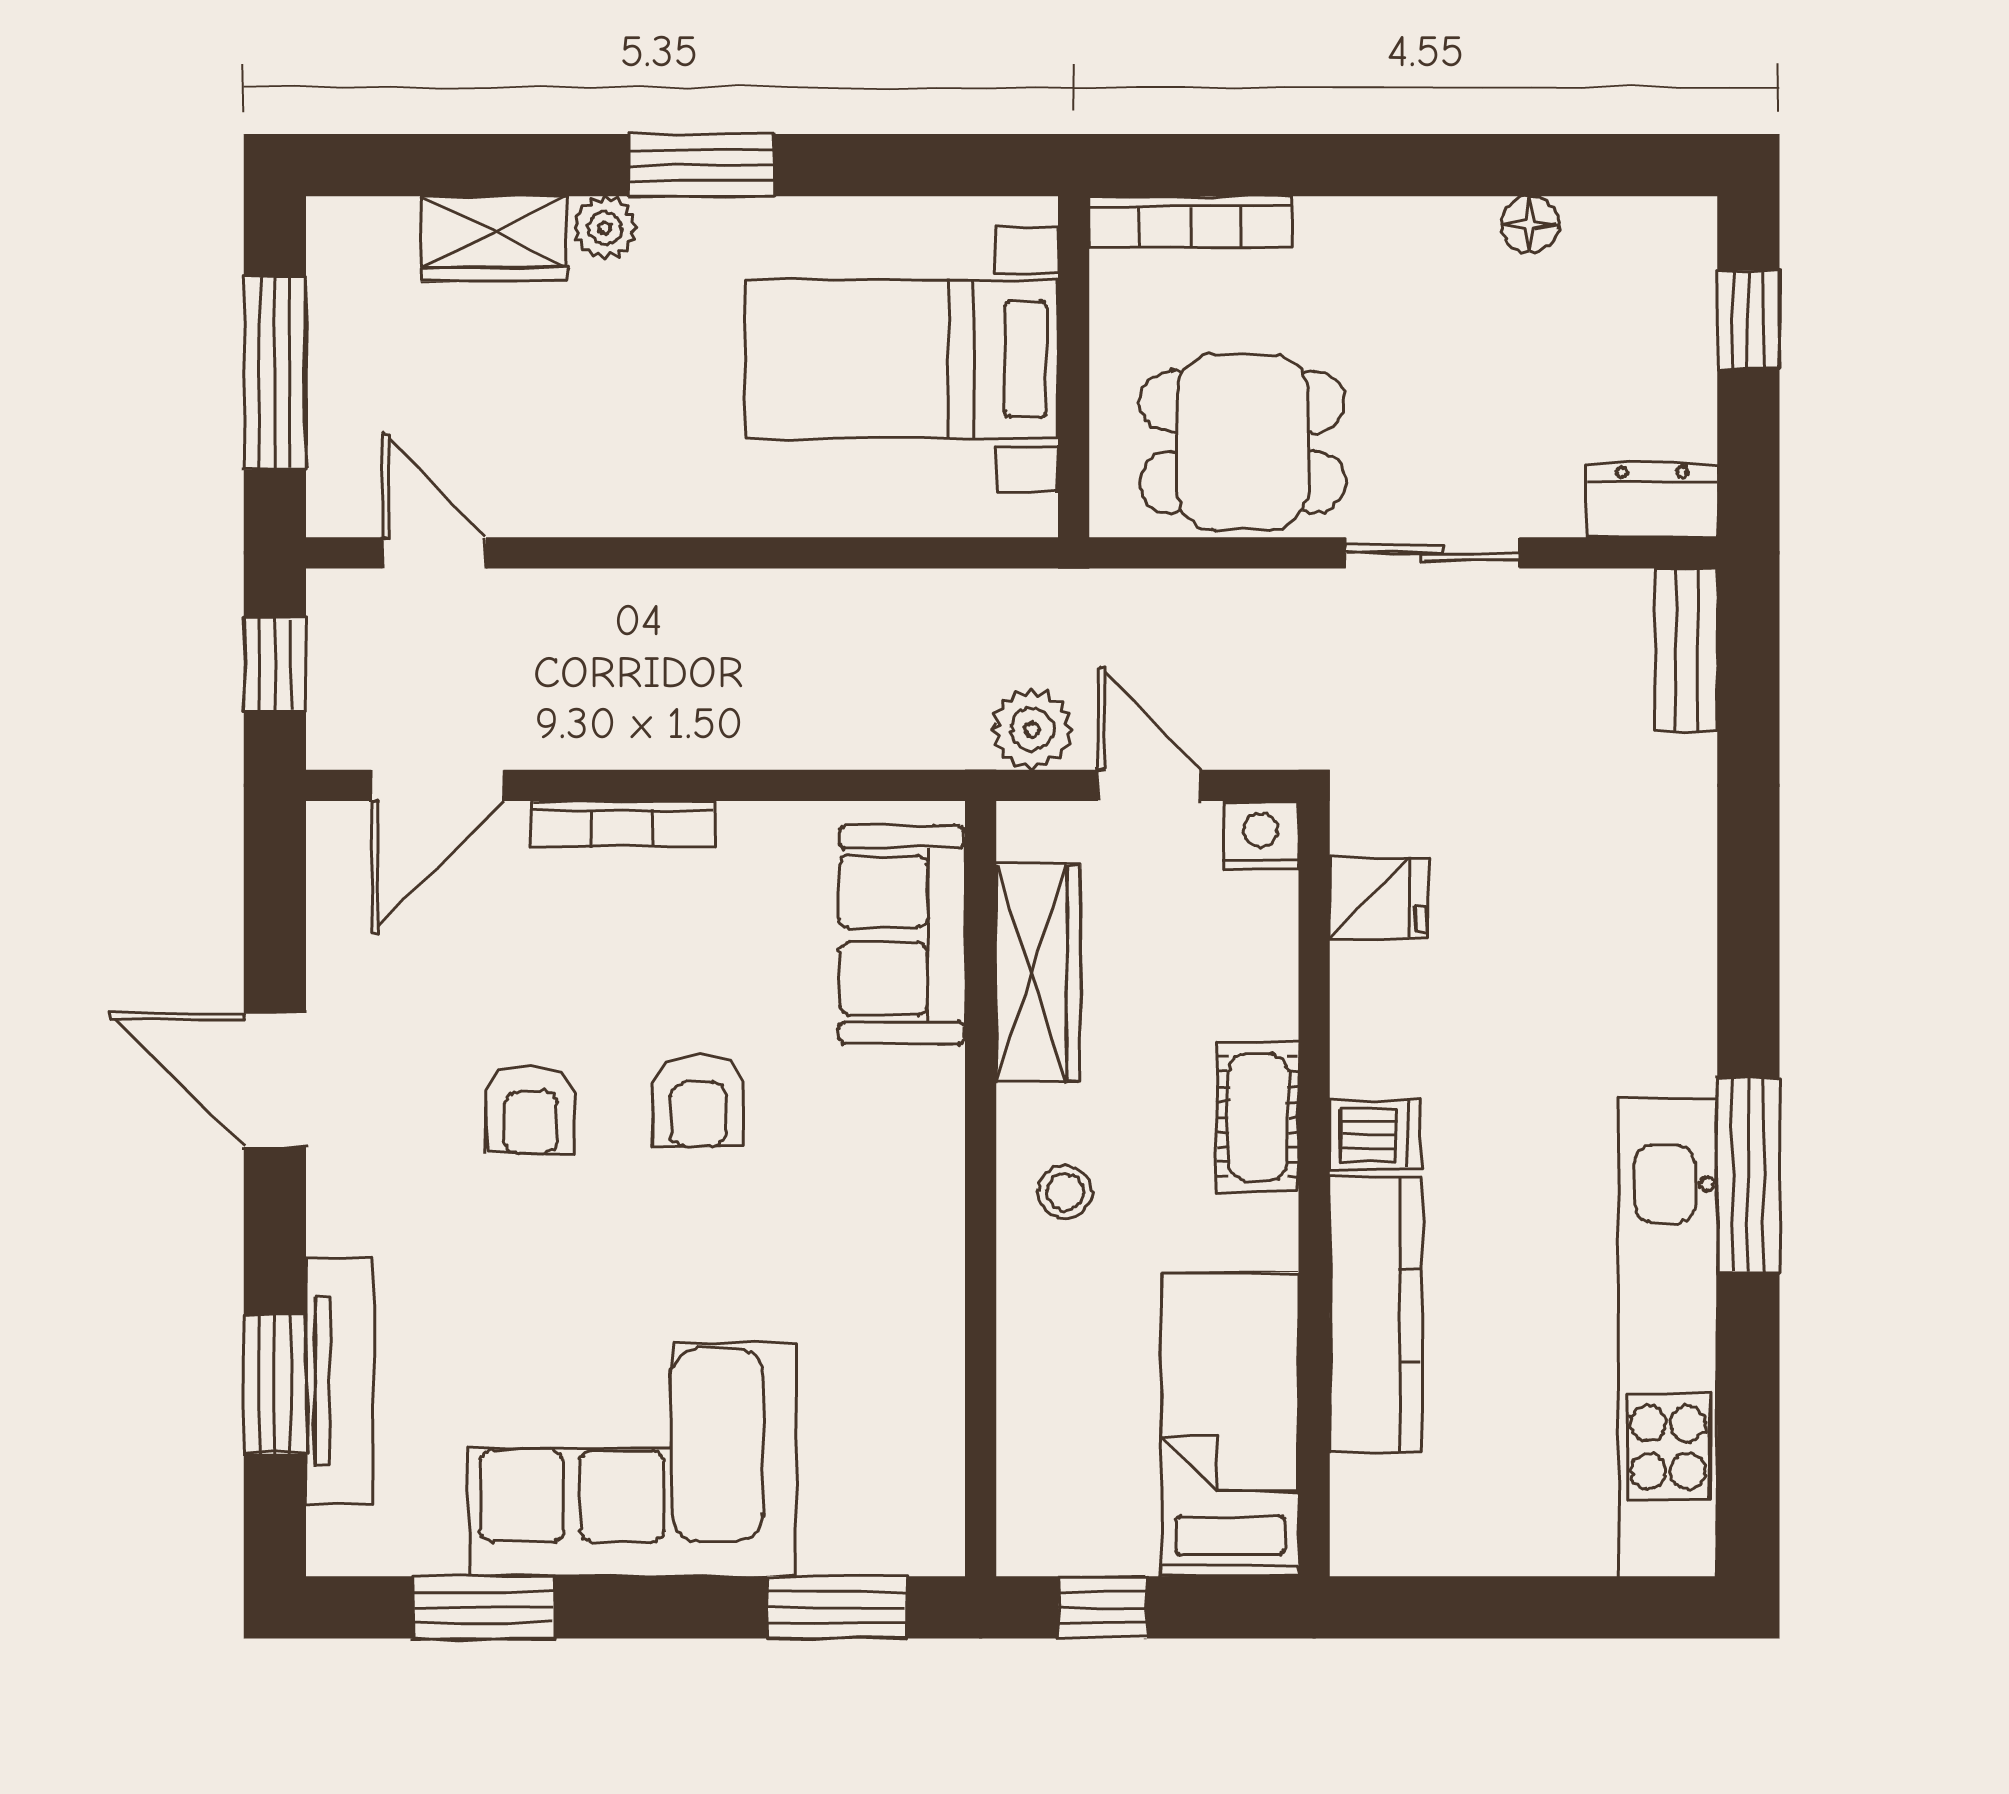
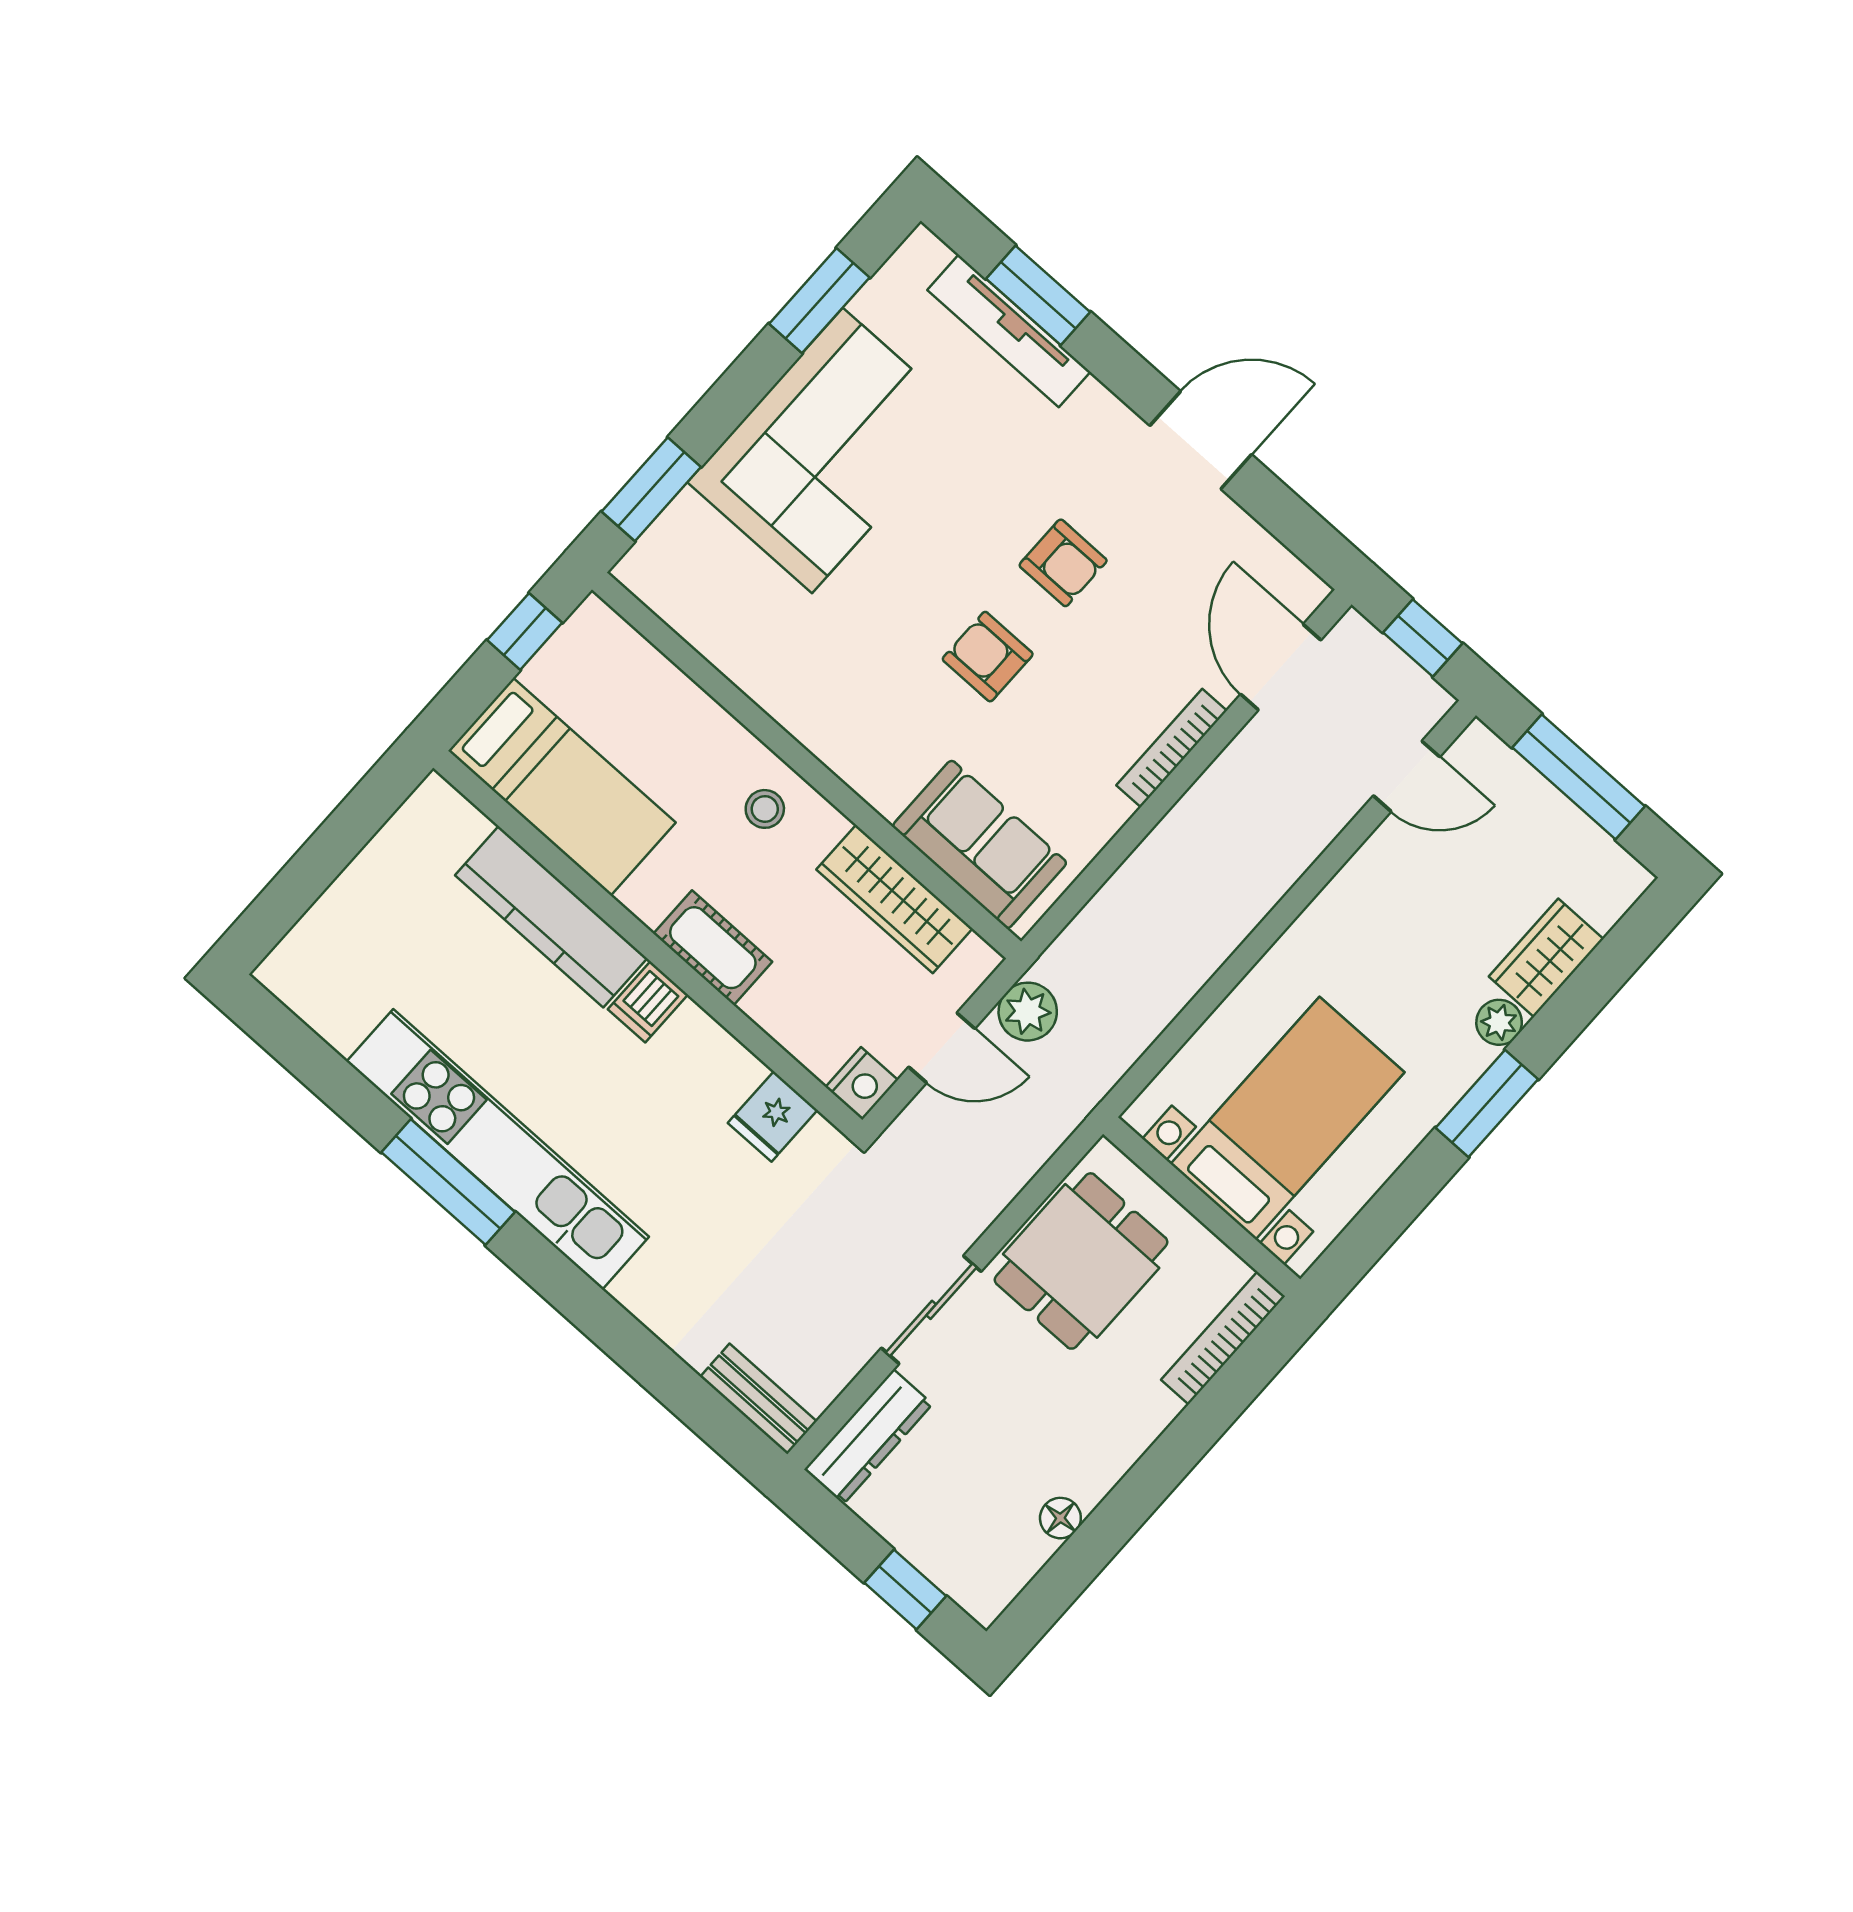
dresser: (1652, 501) -> (868, 1437), width x1.44
armchair: (531, 1109) -> (1063, 563), turned 180
kitchen unit: (1668, 1337) -> (498, 1149), moved

